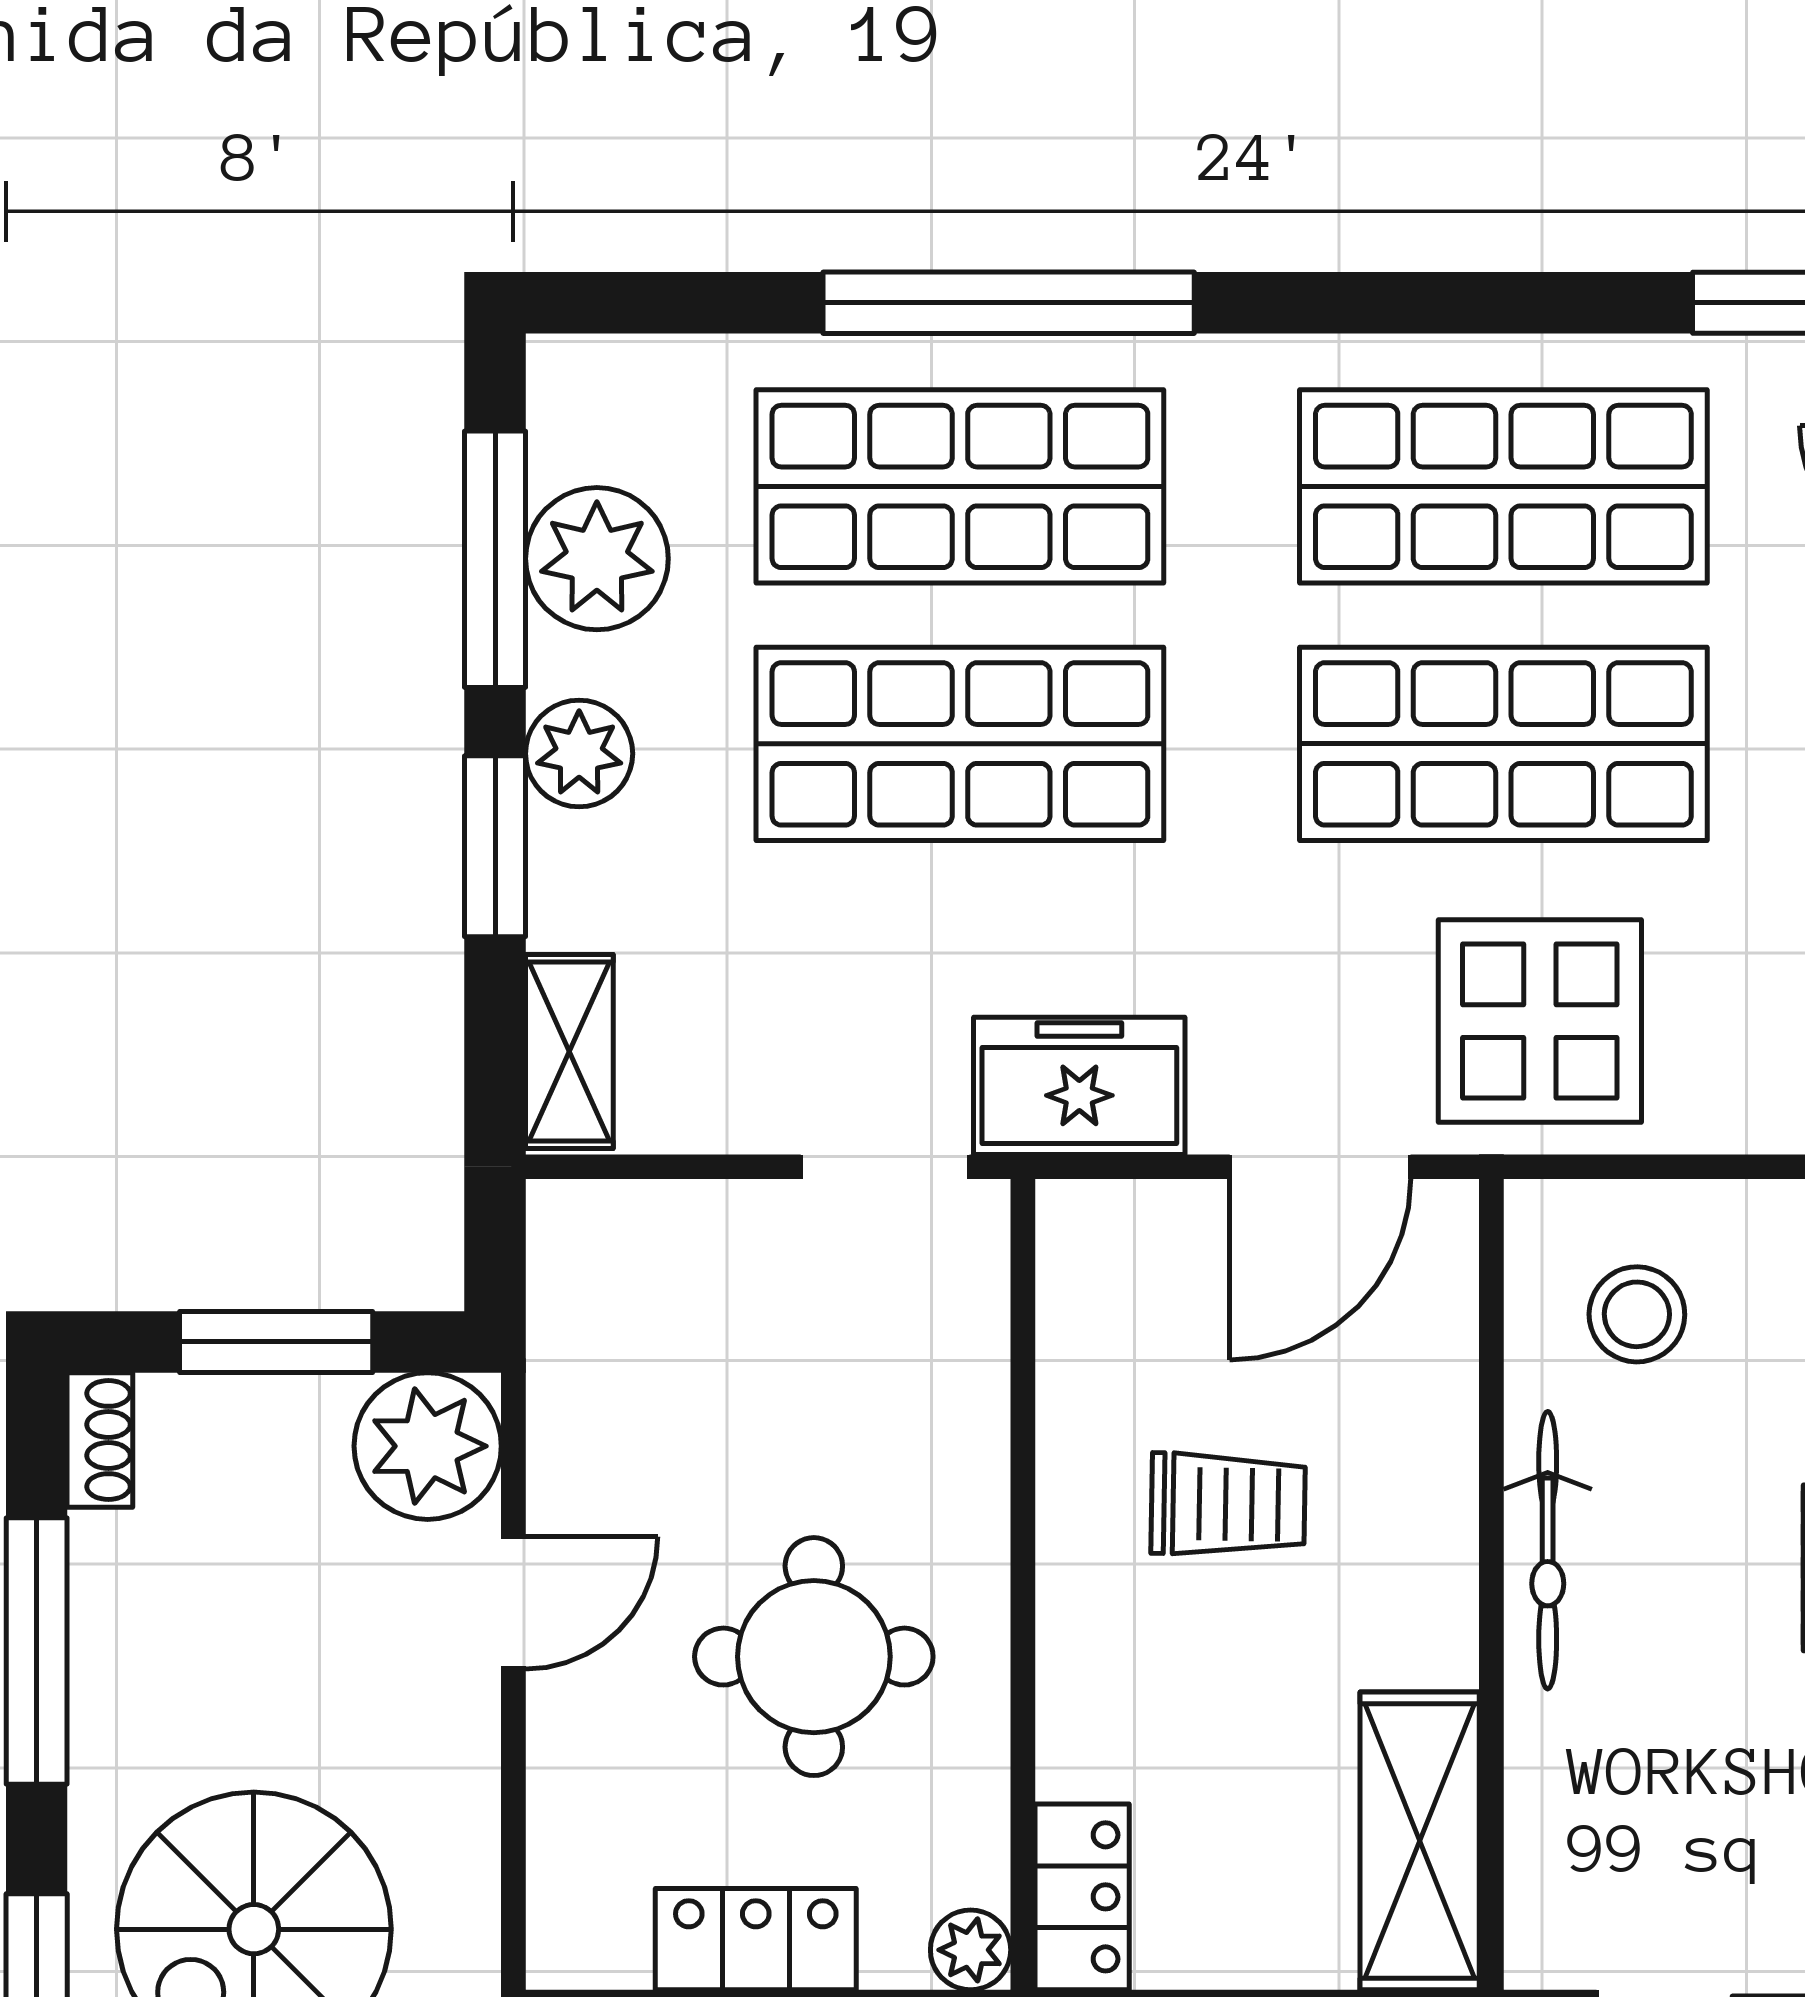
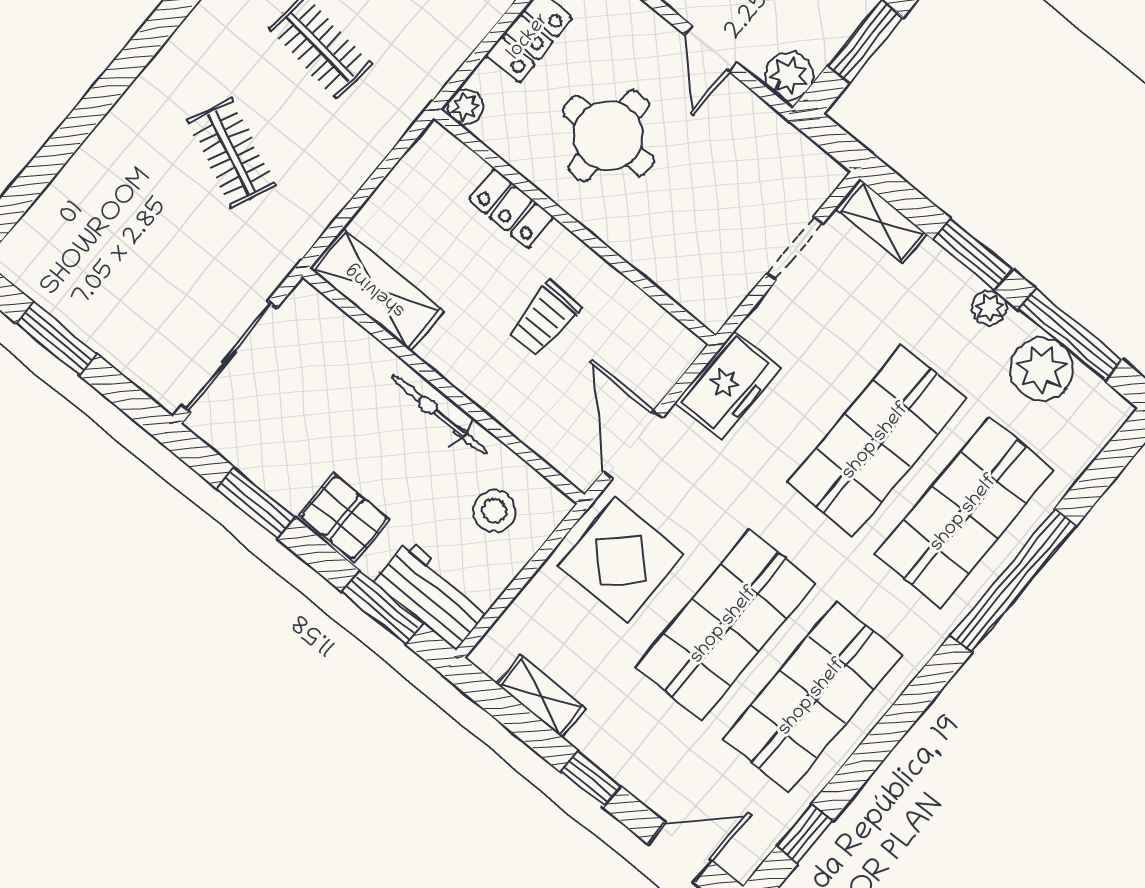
plant: (579, 754) -> (990, 308), width x0.73, depth x0.73
doorway: (885, 1167) -> (795, 248), moved
plant: (428, 1446) -> (789, 76), width x0.73, depth x0.73
locker: (1082, 1897) -> (511, 208), moved

